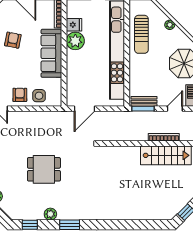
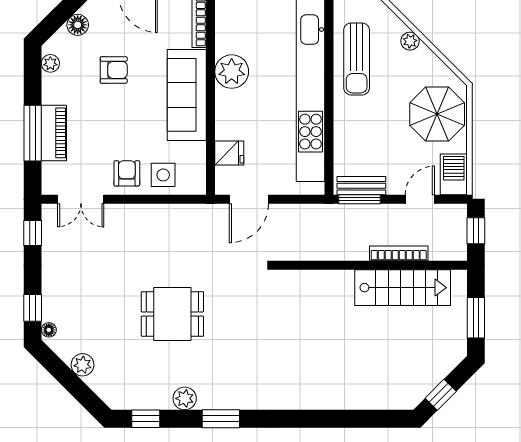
fridge: (74, 25) -> (229, 153), moved
armchair: (13, 40) -> (114, 70), turned 79

